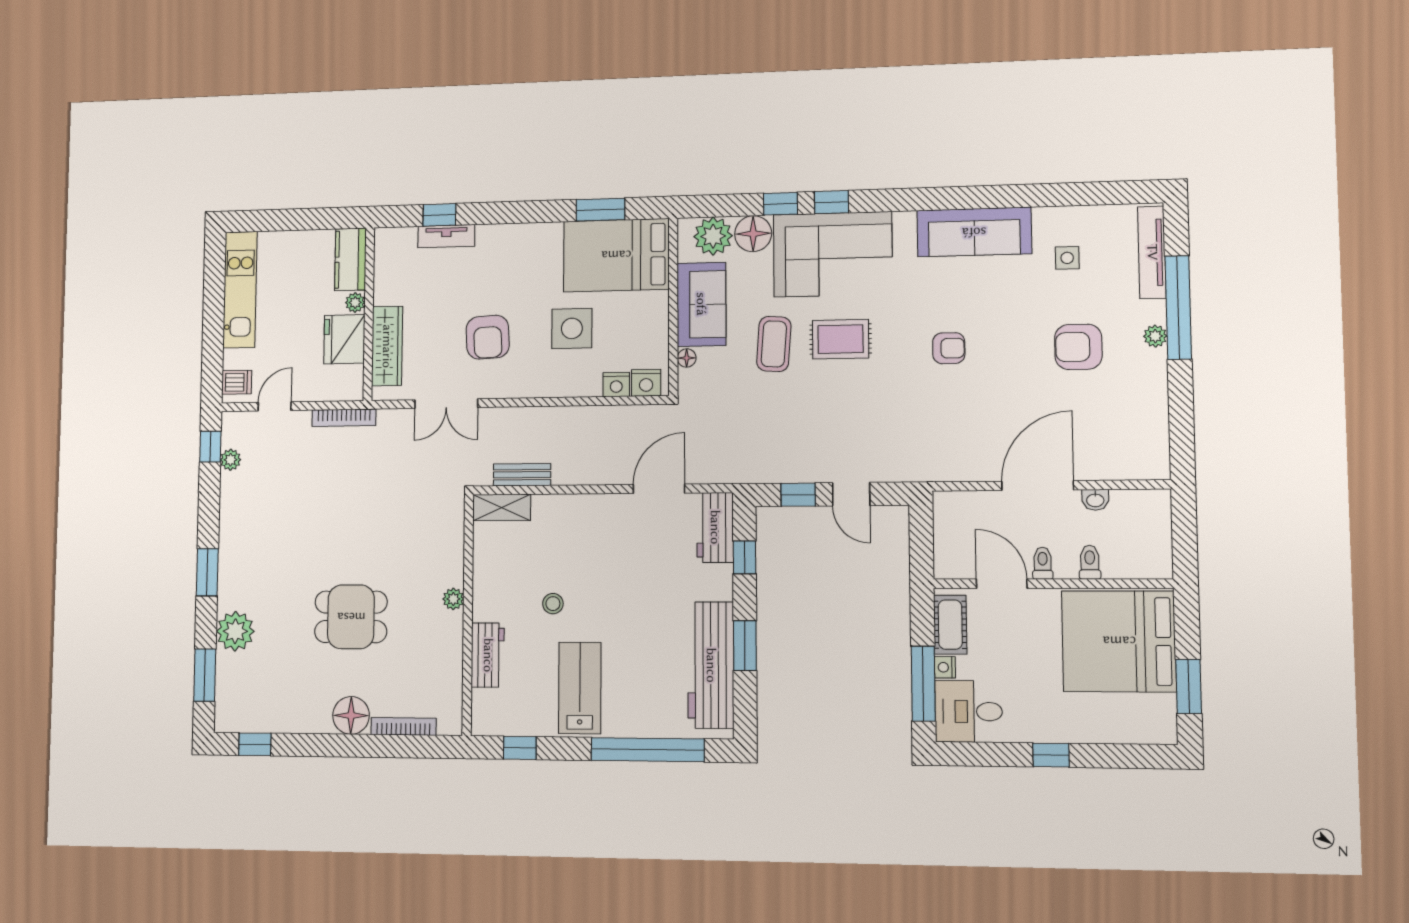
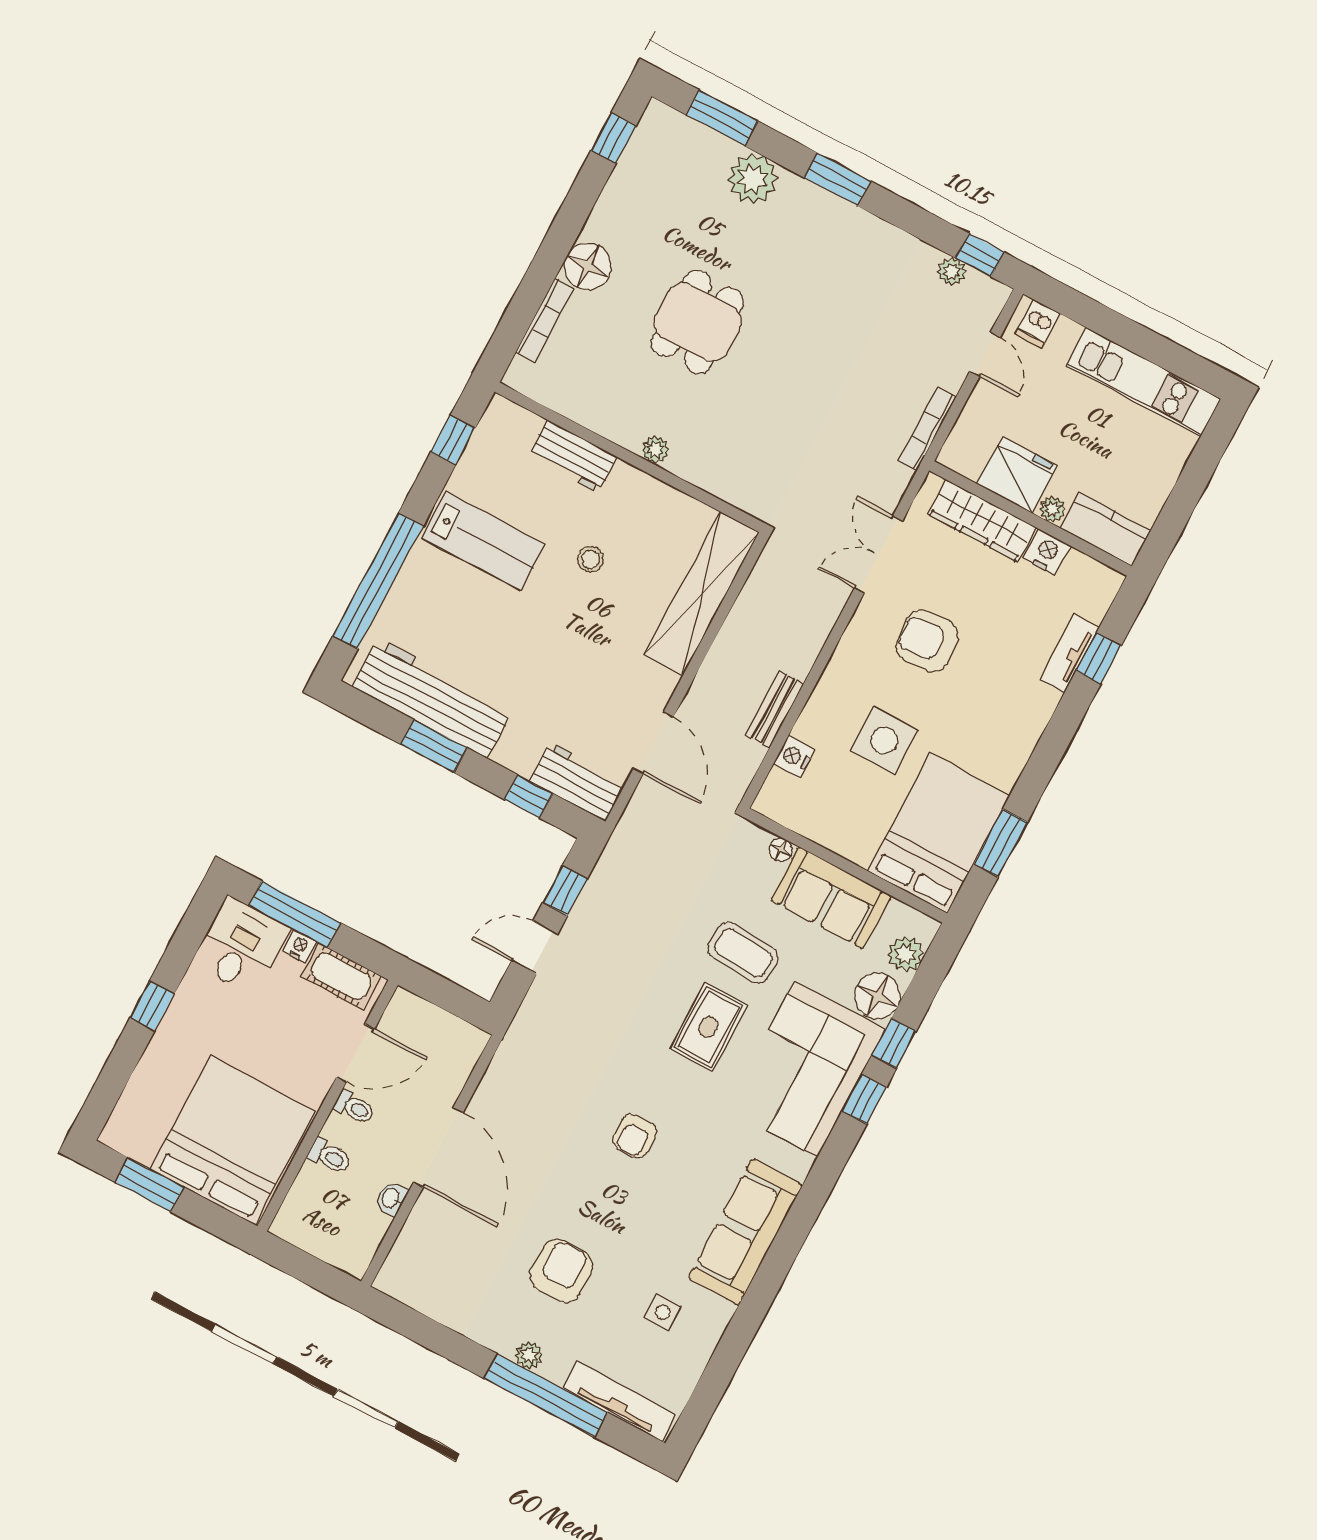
plant: (713, 236) -> (905, 954), width x0.73, depth x0.73
nightstand: (646, 383) -> (1047, 552), moved, turned 90
bench: (522, 475) -> (775, 709), moved
shelving: (502, 508) -> (702, 594), width x2.20, depth x1.33

